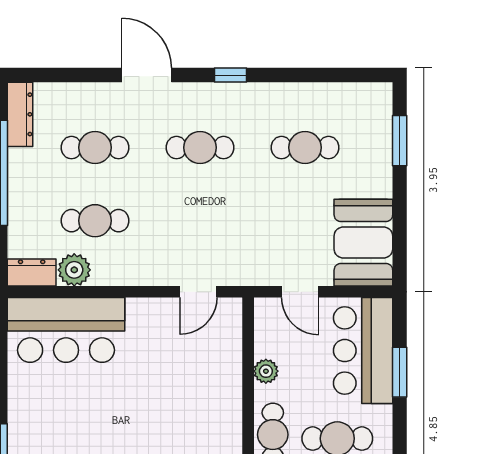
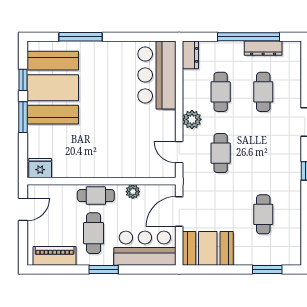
dresser: (20, 114) -> (263, 48), moved
cafe table: (200, 148) -> (221, 153), moved
plant: (74, 270) -> (192, 119), moved
door: (300, 292) -> (179, 211), width x1.38
window: (400, 372) -> (104, 270), moved

